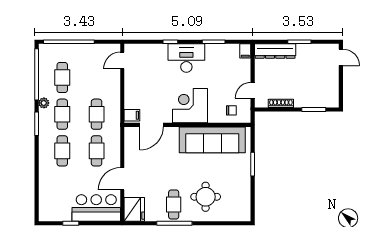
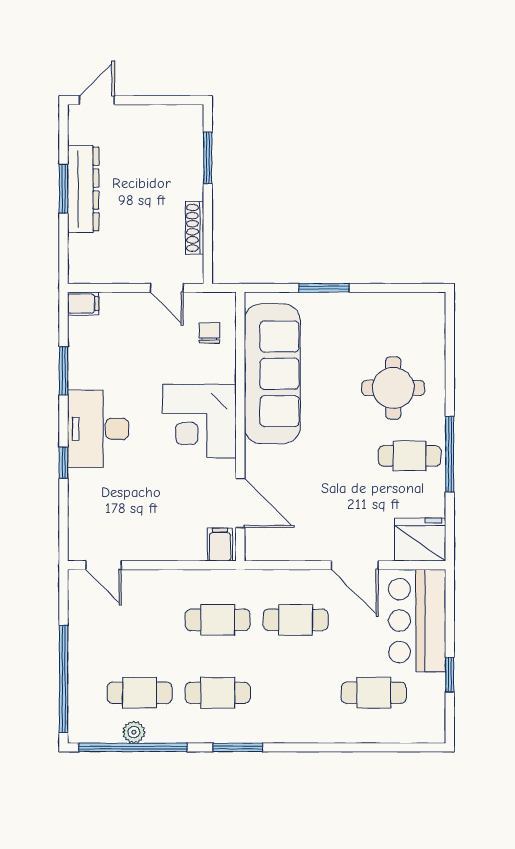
dresser: (275, 51) -> (83, 189), moved
plant: (44, 103) -> (134, 732), moved
cafe table: (62, 151) -> (374, 693), moved

